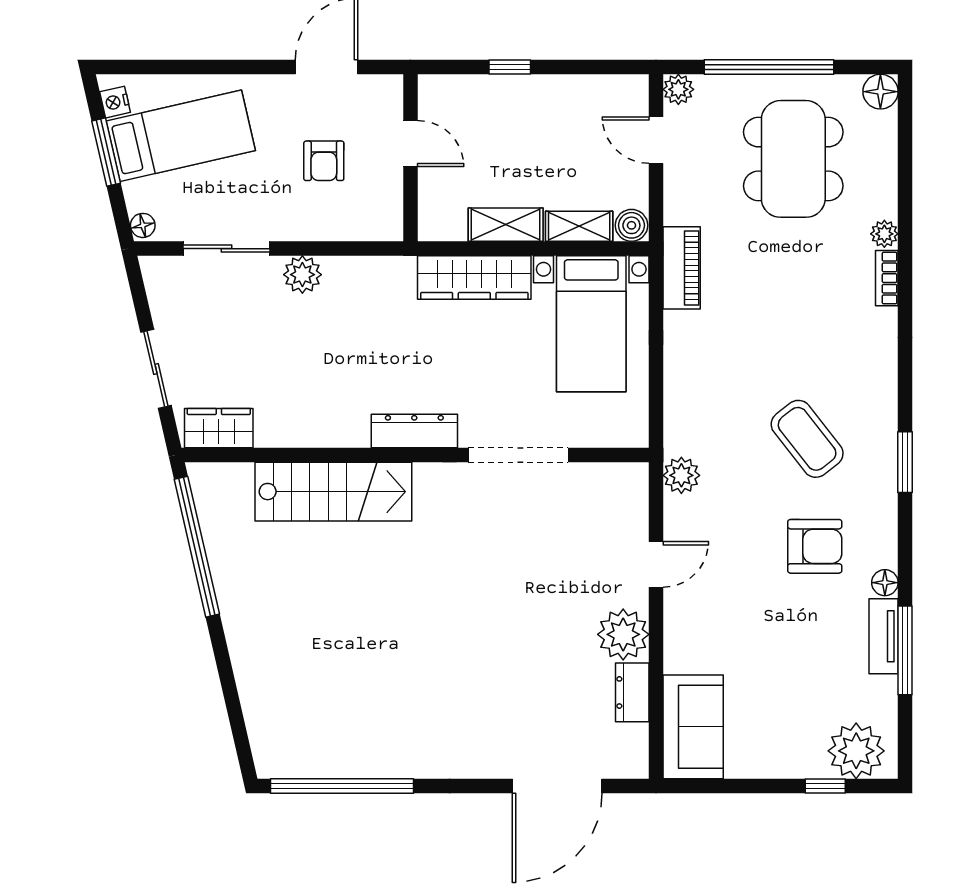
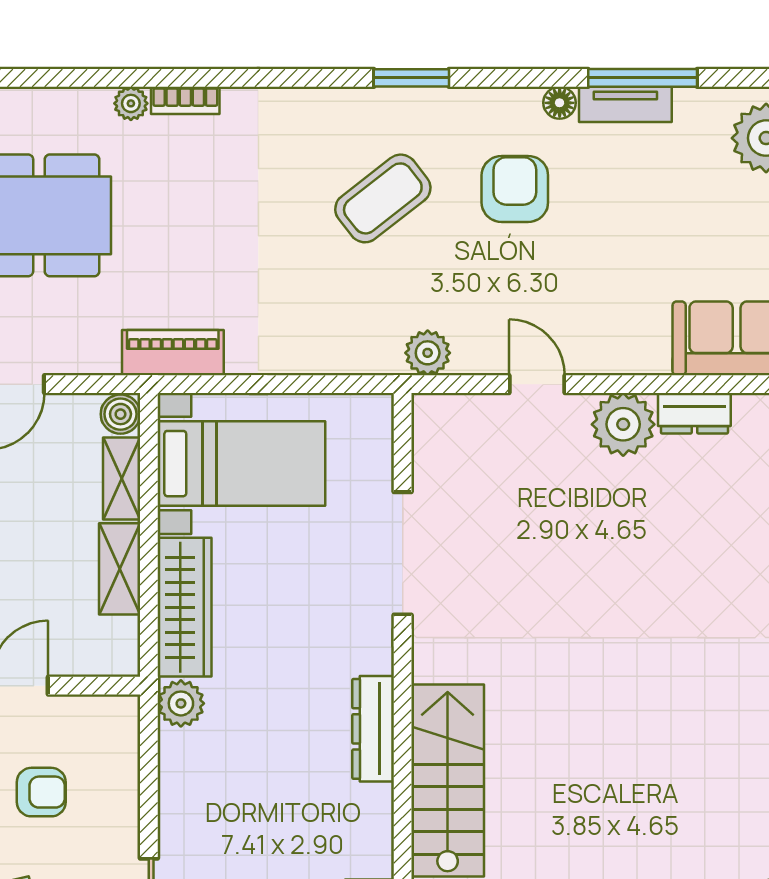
plant: (302, 275) -> (181, 703), moved
dresser: (414, 431) -> (373, 729), moved

